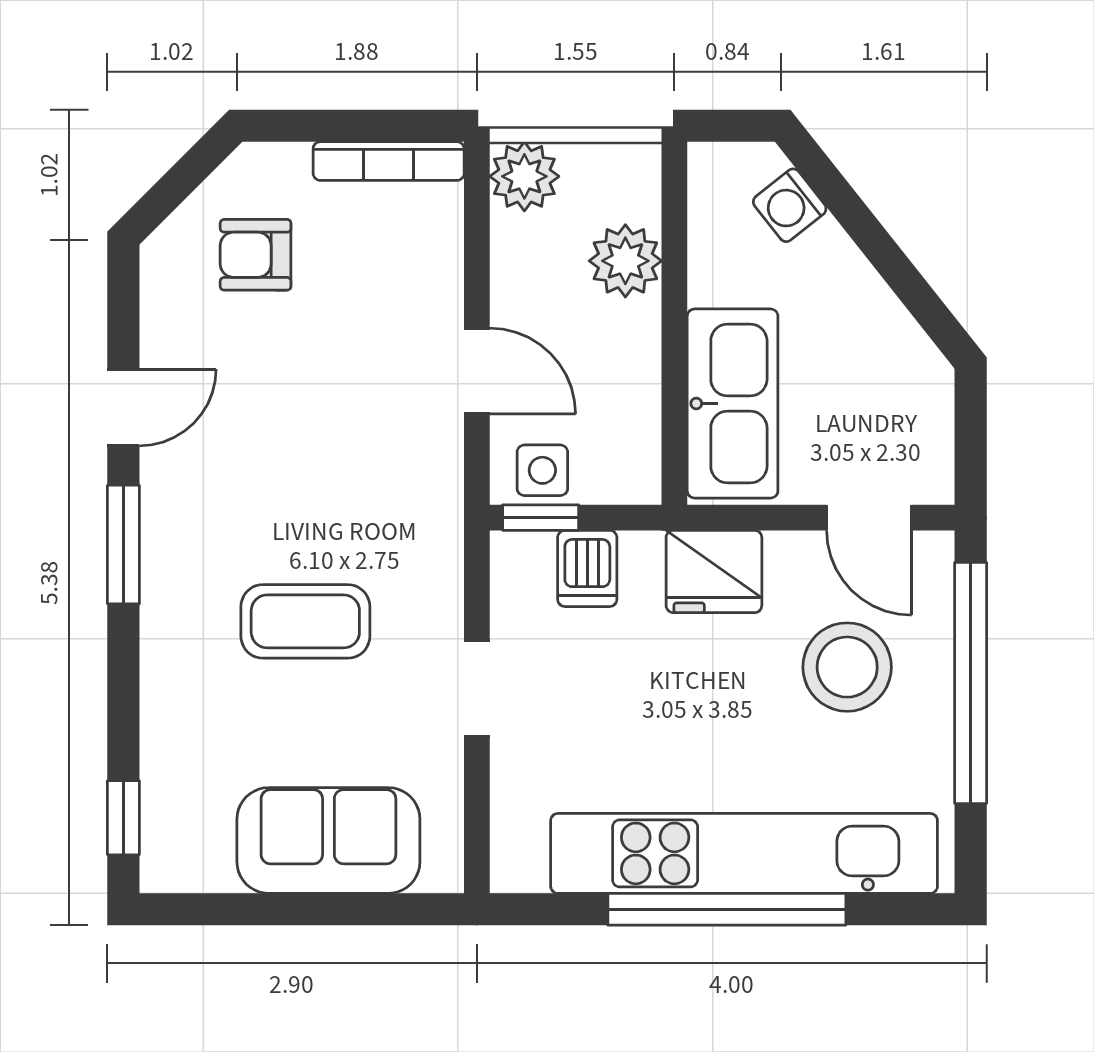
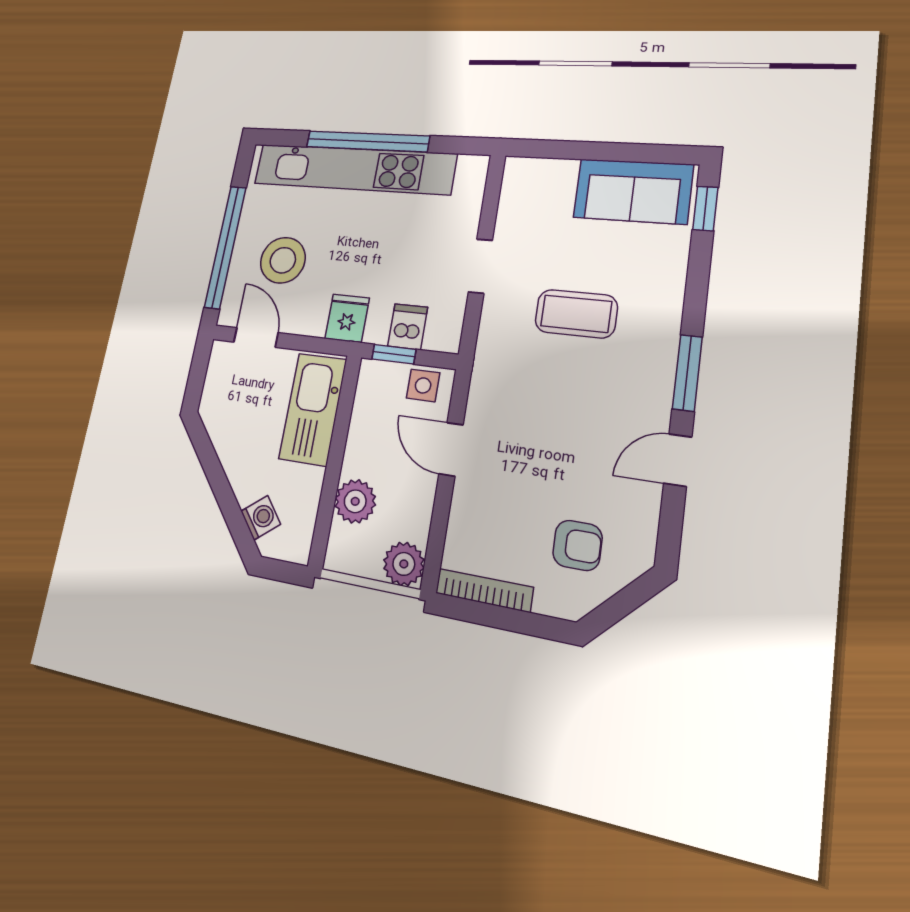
window: (541, 518) -> (394, 354), moved
fridge: (714, 571) -> (347, 318), width x0.72
sofa: (328, 840) -> (633, 191), moved

